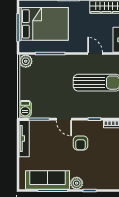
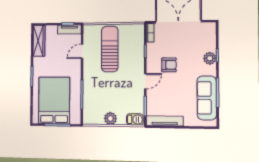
plant: (26, 61) -> (110, 119), moved
plant: (77, 183) -> (210, 58), moved

